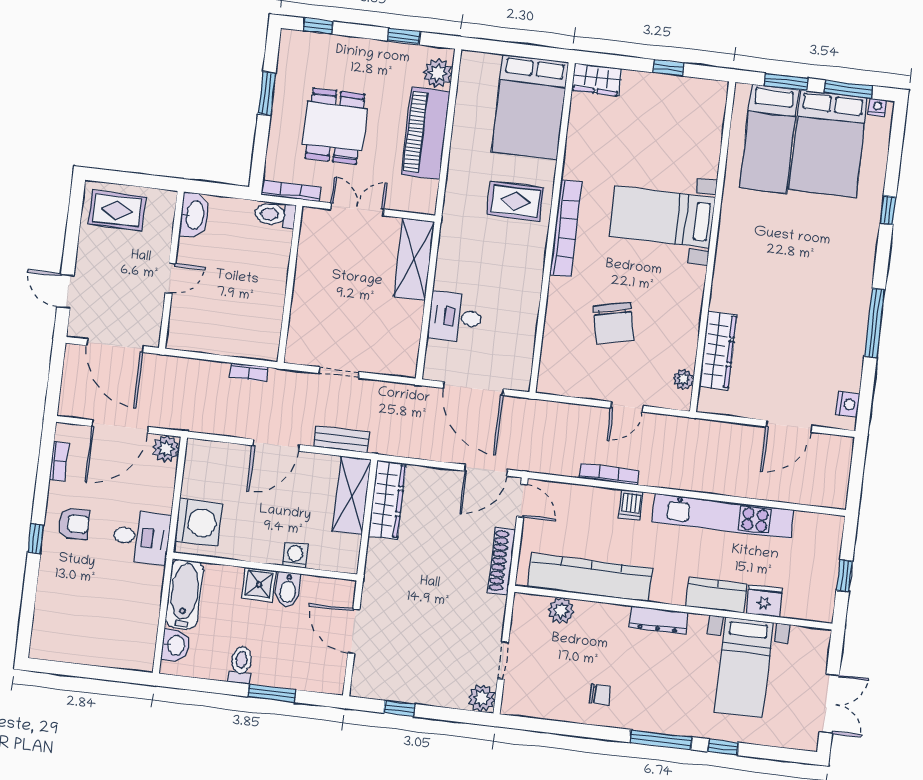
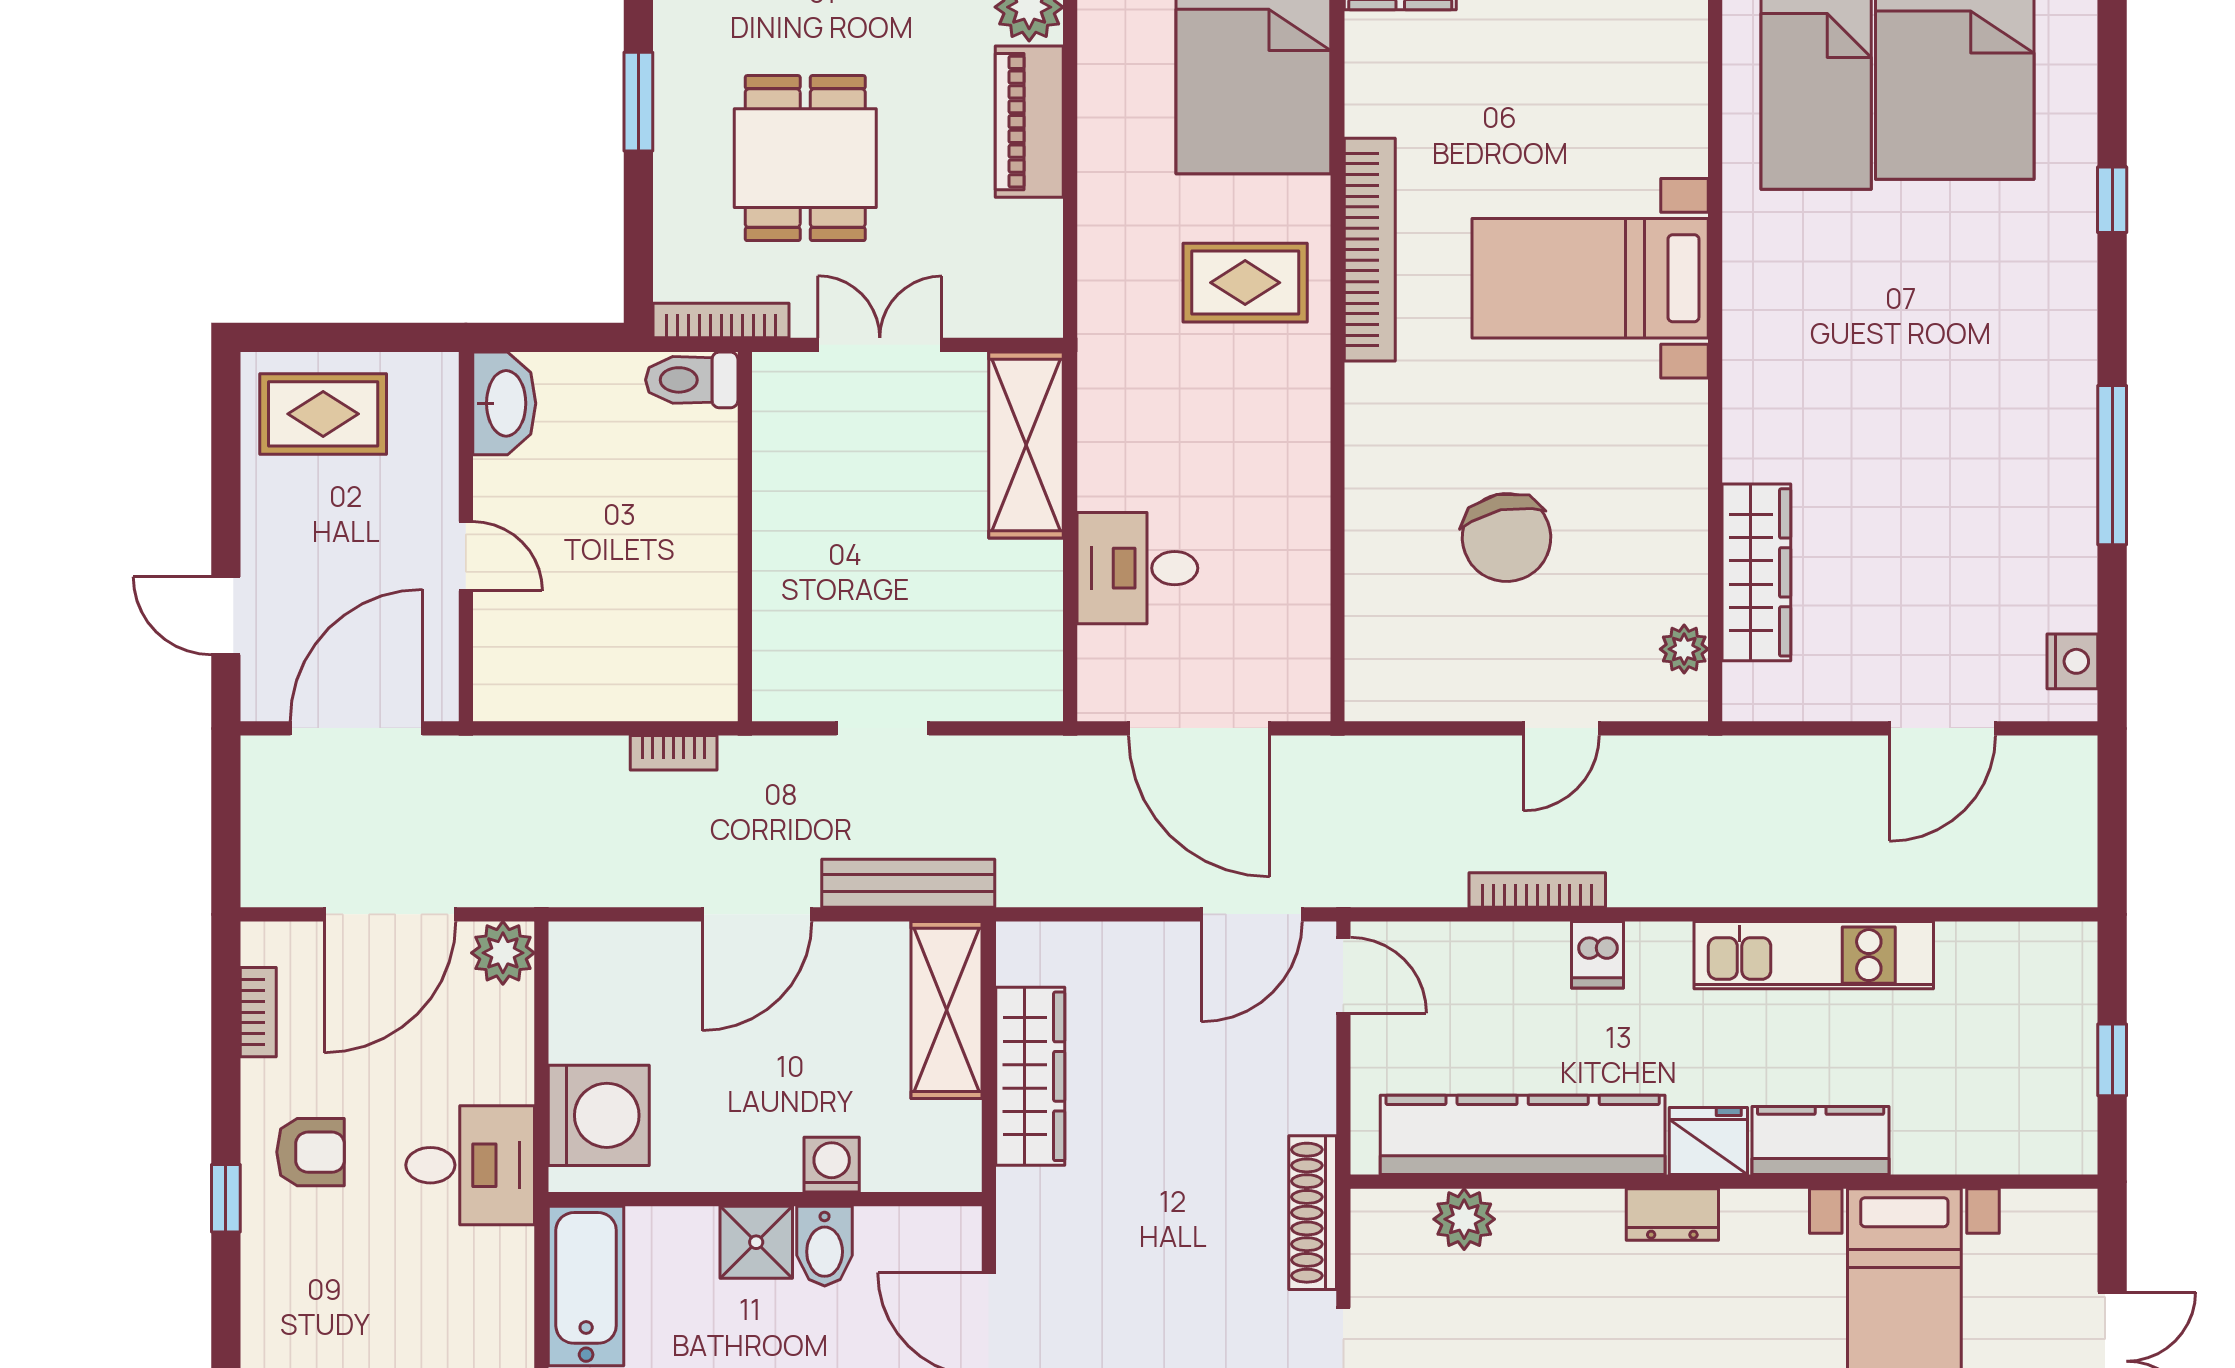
piano: (426, 133) -> (1029, 122), width x0.73, depth x0.75
bookcase: (566, 228) -> (1370, 250), moved
door: (170, 278) -> (466, 556), hinge flipped
door: (115, 346) -> (356, 728), swing flipped
bench: (342, 439) -> (908, 883), width x1.36
wardrobe: (387, 500) -> (1030, 1076), moved
kitchen unit: (723, 516) -> (1814, 955), width x0.73
shoe rack: (502, 561) -> (1313, 1213), moved
fridge: (764, 601) -> (1708, 1141), moved
dresser: (658, 620) -> (1672, 1215), width x0.70

